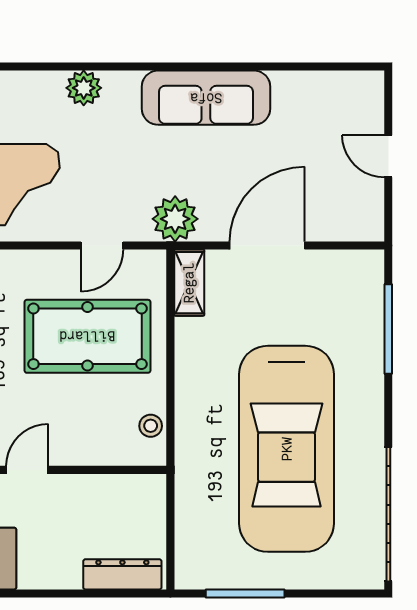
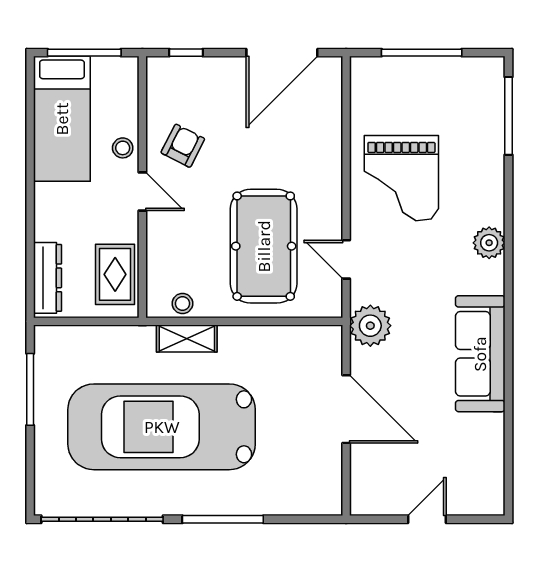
shelving: (189, 283) -> (187, 339), moved
window: (388, 329) -> (223, 519), moved
rug: (119, 500) -> (115, 274), added

